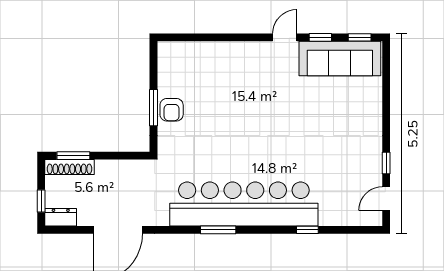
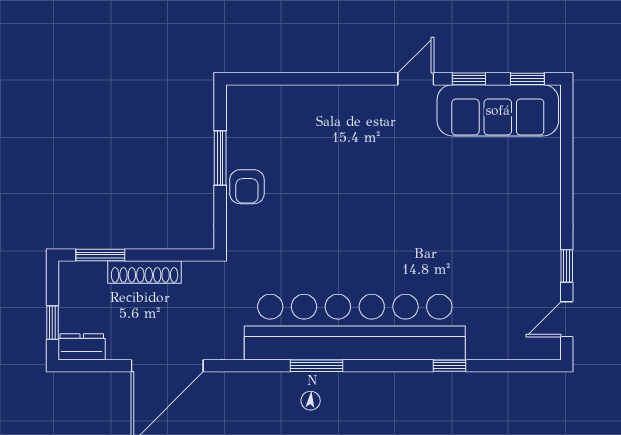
window: (154, 108) -> (220, 158), moved
shoe rack: (70, 167) -> (145, 272), moved

